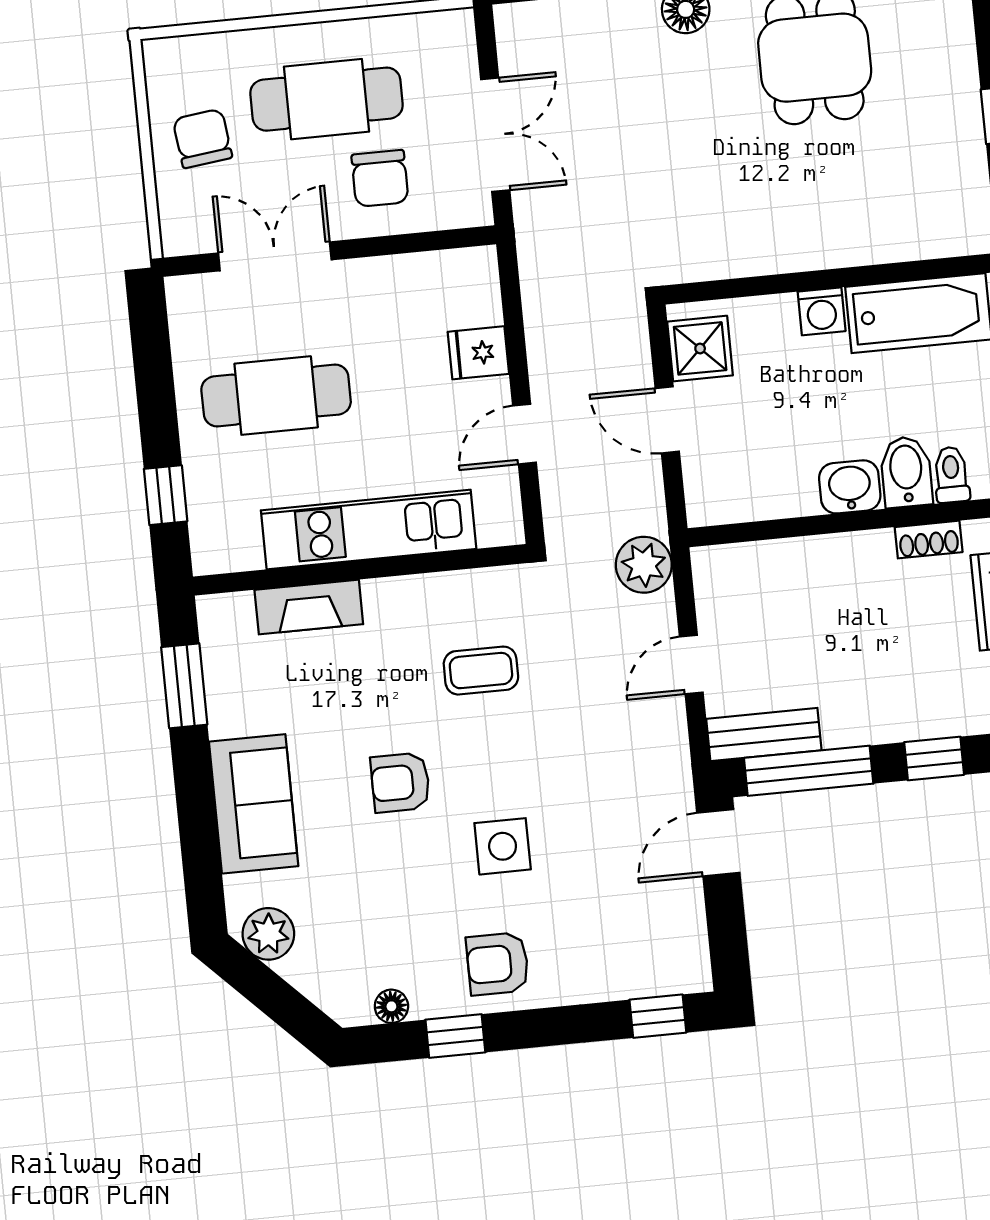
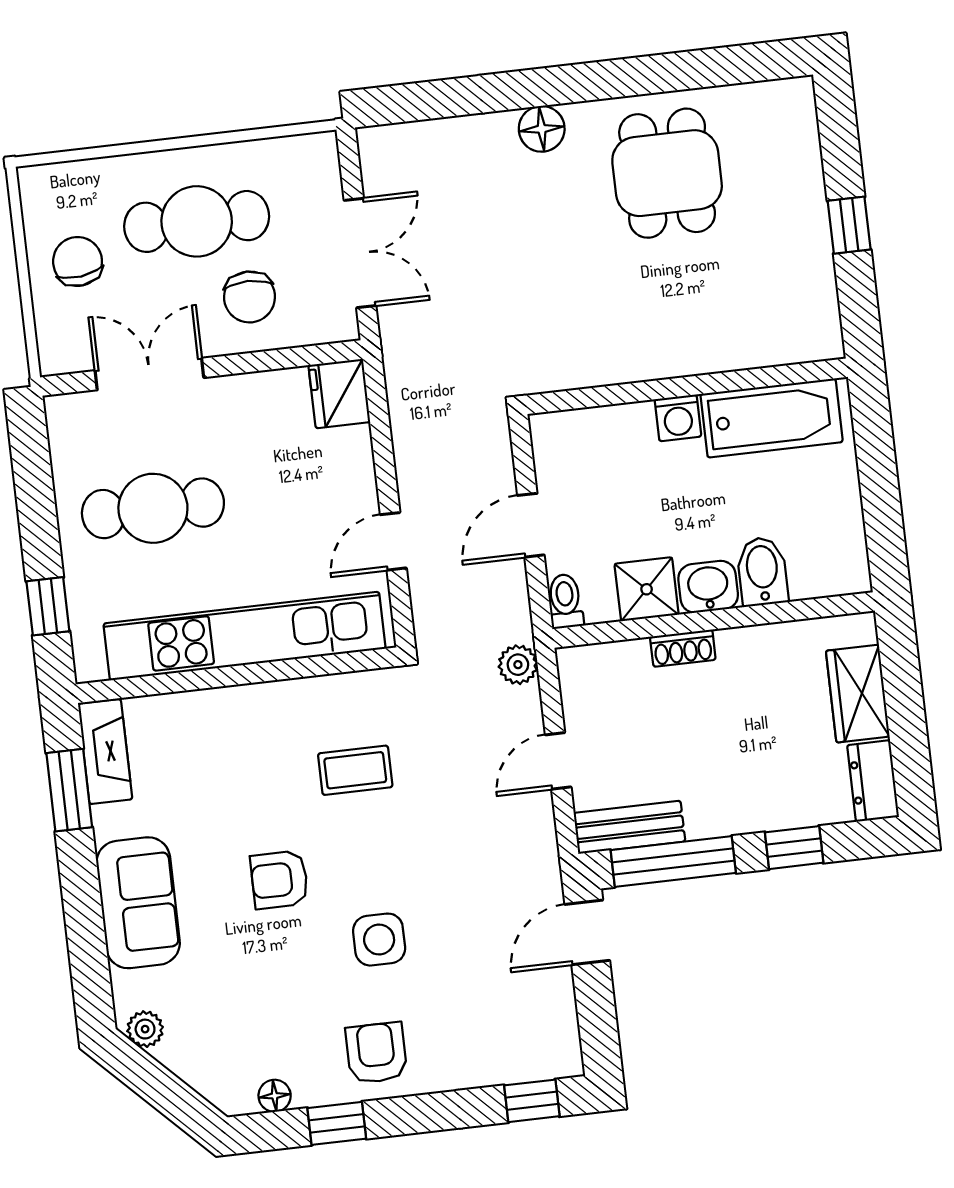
shower: (700, 348) -> (647, 589), moved
fridge: (478, 353) -> (339, 394), moved, width x1.38
door: (667, 420) -> (531, 525), hinge flipped
toilet: (951, 475) -> (565, 601), moved
kitchen unit: (369, 530) -> (244, 636), width x1.36
shoe rack: (929, 540) -> (683, 648), moved
plant: (644, 565) -> (518, 665), width x0.73, depth x0.73
fireplace: (309, 607) -> (105, 752), moved, turned -90
plant: (268, 934) -> (145, 1029), width x0.73, depth x0.73
armchair: (498, 964) -> (376, 1053), turned 90

